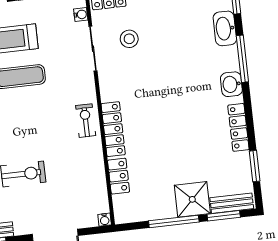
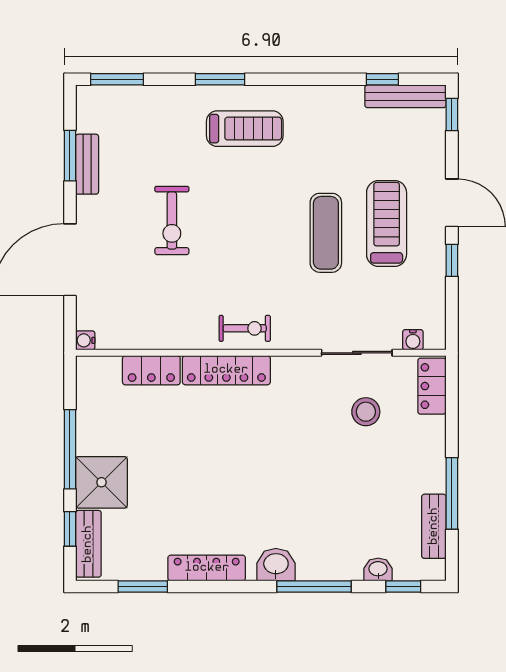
washbasin: (225, 28) -> (378, 569), width x0.52, depth x0.69
window: (224, 216) -> (70, 529), width x0.67

